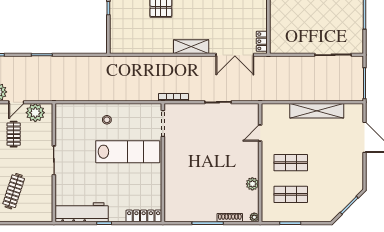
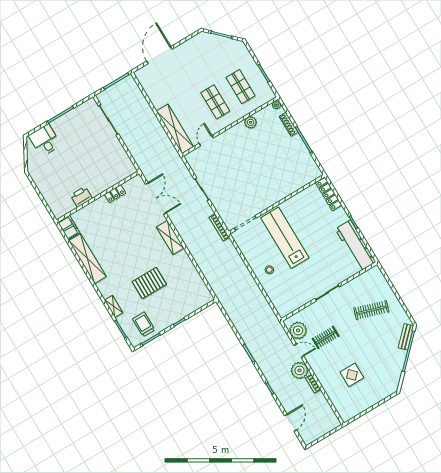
locker: (262, 41) -> (115, 194), moved
shelving: (317, 111) -> (175, 129), moved
door: (260, 133) -> (206, 141), swing flipped

